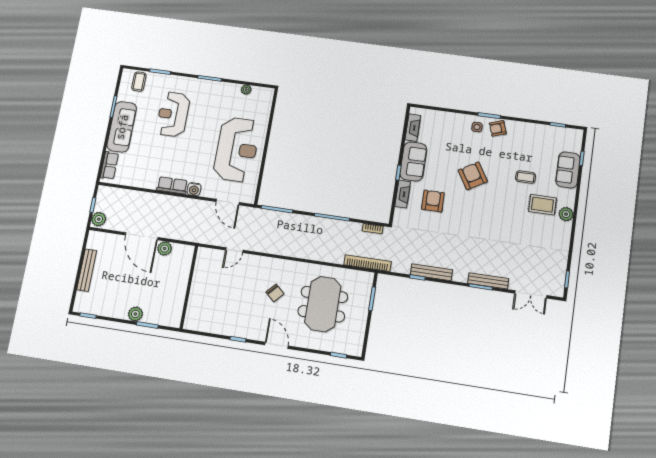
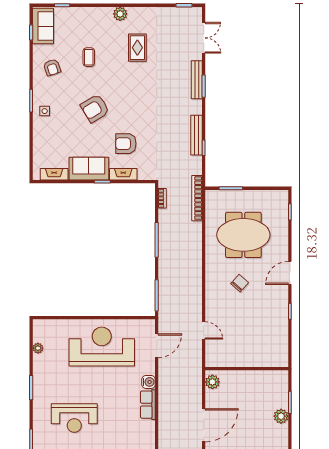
armchair: (498, 128) -> (52, 67), moved
sofa: (568, 170) -> (43, 26), moved, turned -90
rug: (542, 205) -> (137, 48), moved
plant: (165, 249) -> (212, 382), moved

